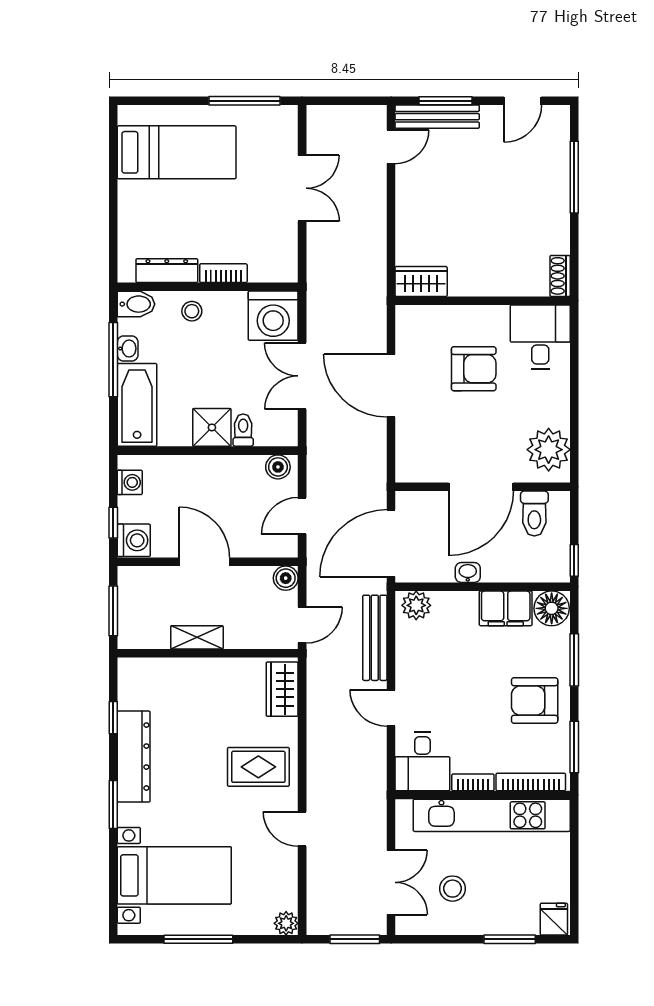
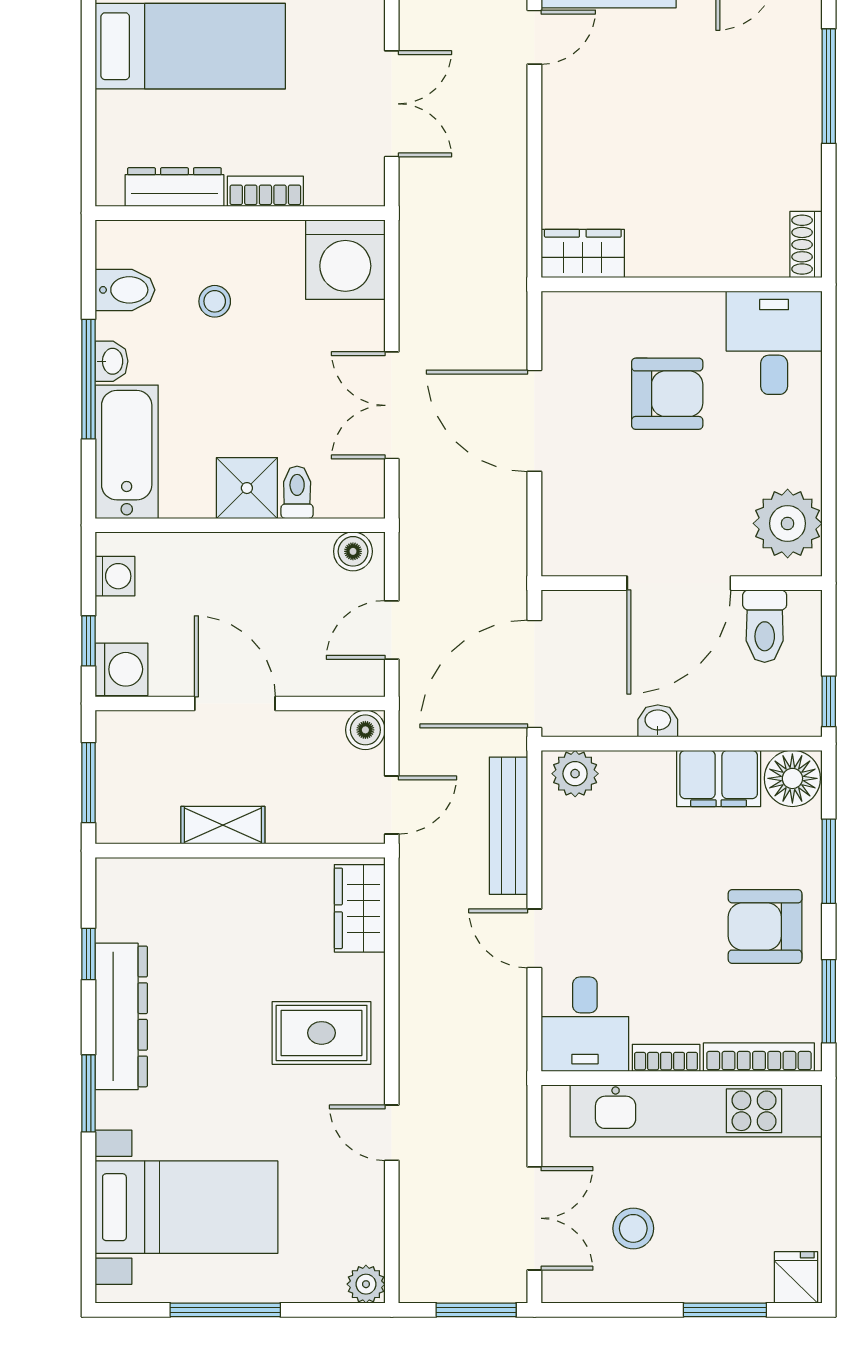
dresser: (167, 271) -> (174, 187), moved
bookcase: (223, 273) -> (265, 191), moved
wall: (208, 287) -> (240, 213), moved
washing machine: (273, 316) -> (345, 260), moved

